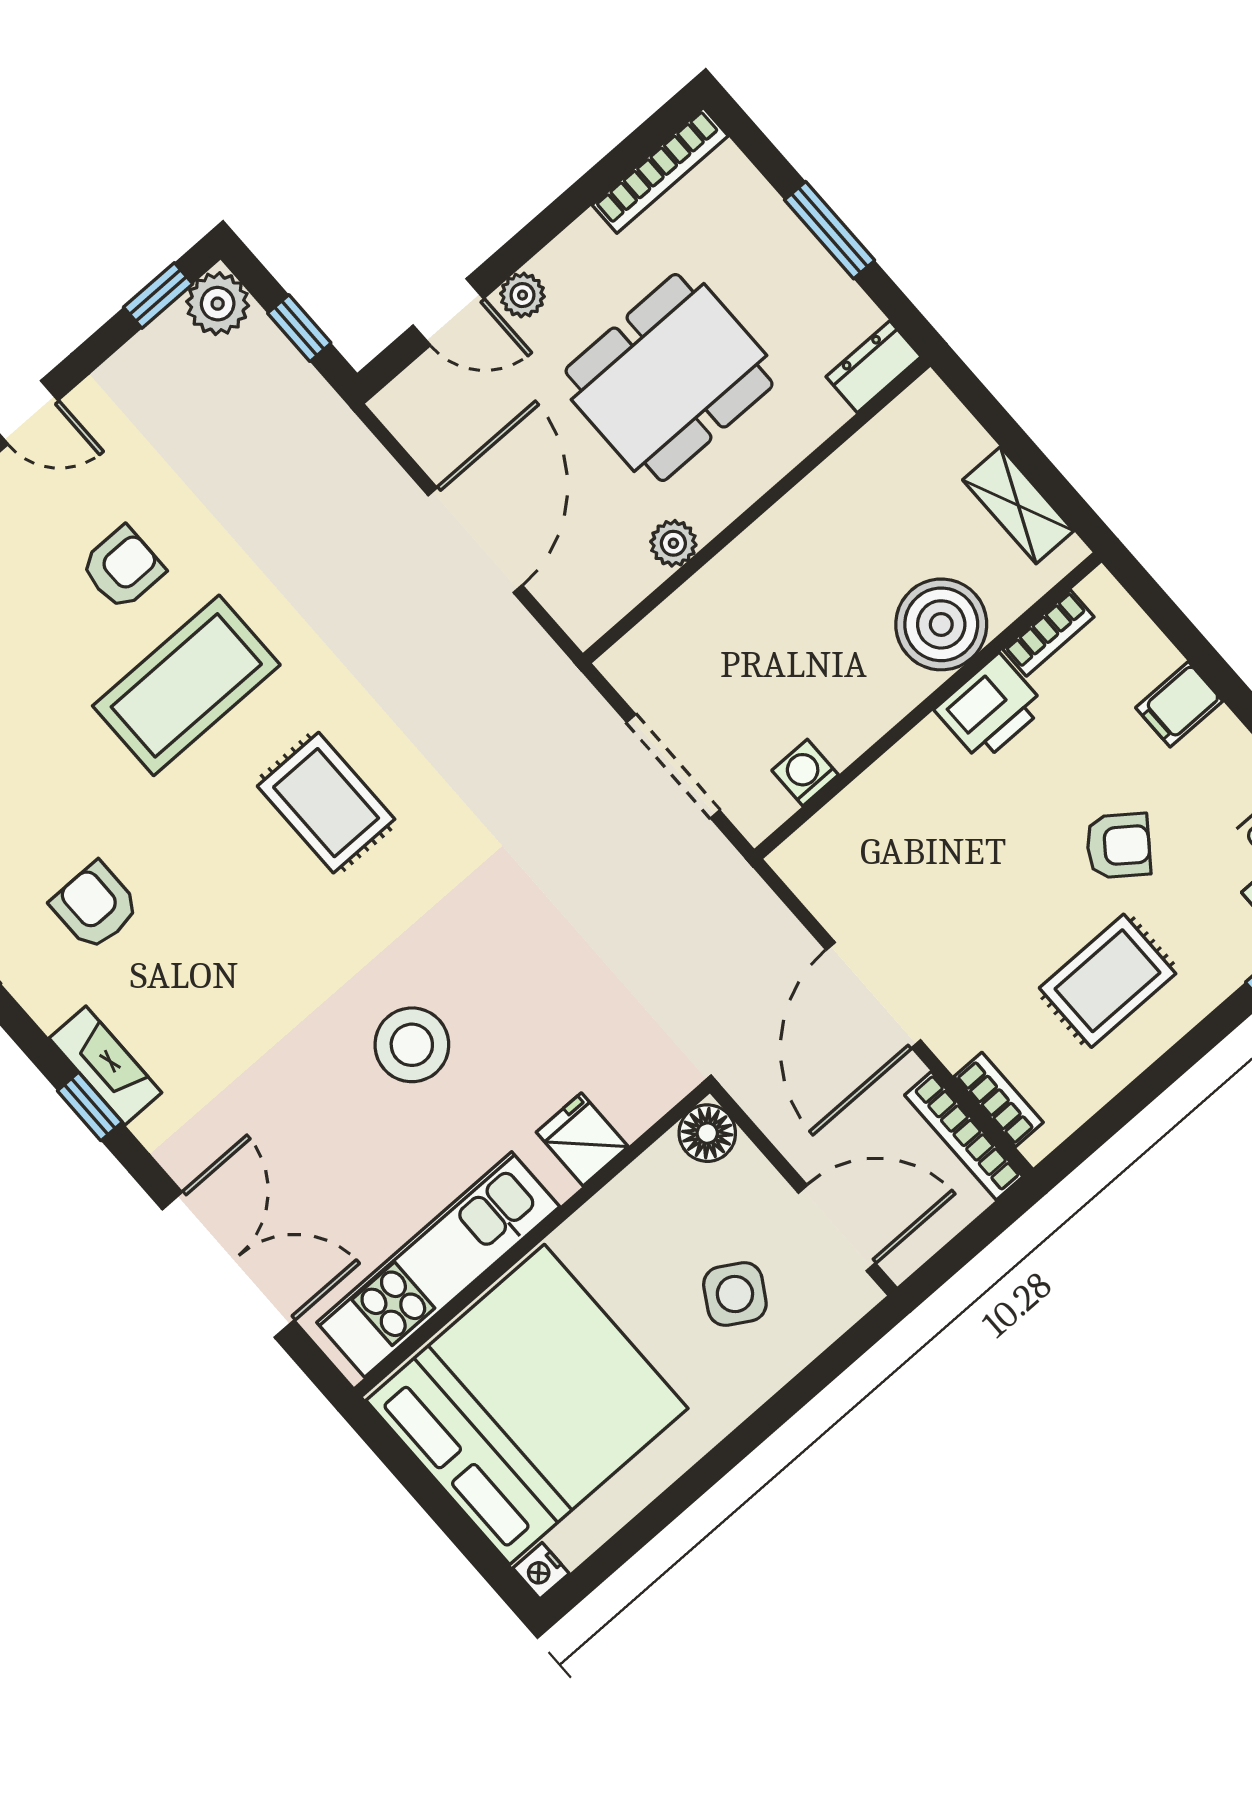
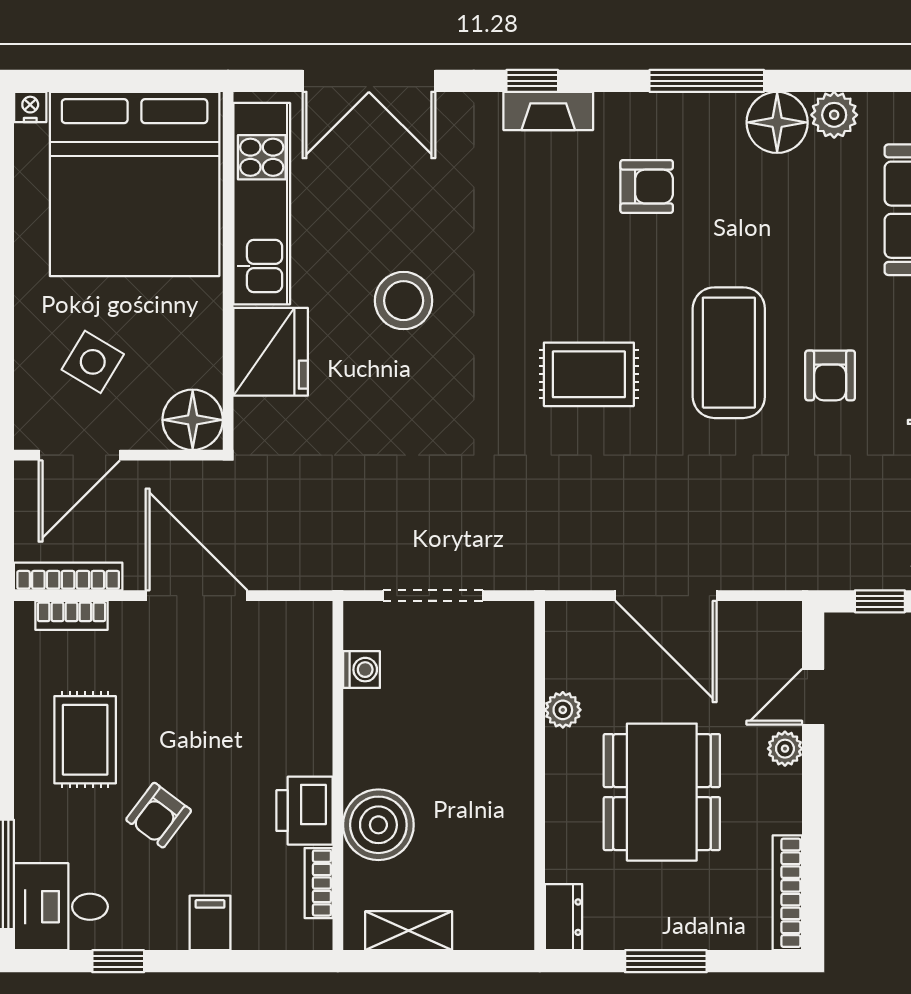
floor lamp: (707, 1133) -> (193, 420), width x1.38, depth x1.38
fridge: (582, 1139) -> (271, 352), width x1.88, depth x1.34

